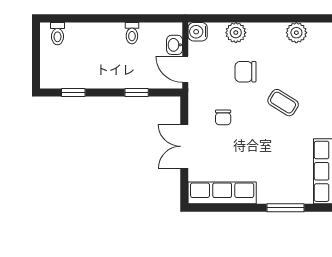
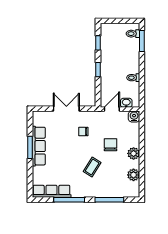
window: (70, 18) -> (142, 41), added
plant: (236, 33) -> (134, 153), moved
window: (137, 93) -> (98, 70), moved
row of seats: (222, 193) -> (39, 146), moved
window: (286, 208) -> (30, 147), moved

